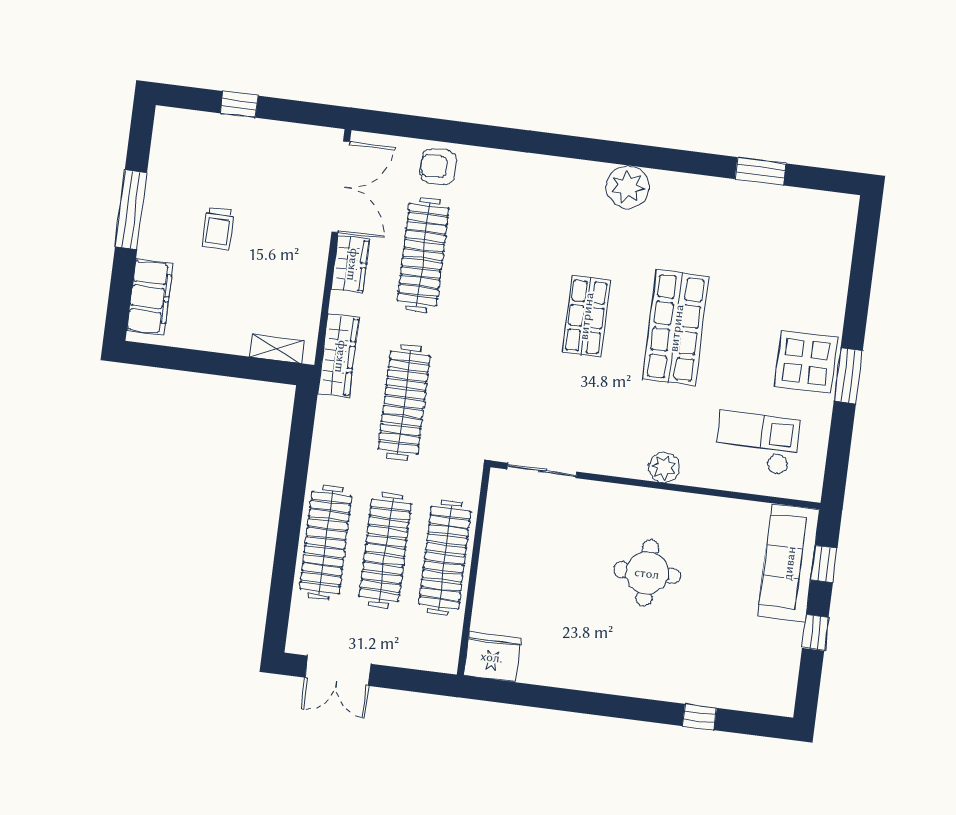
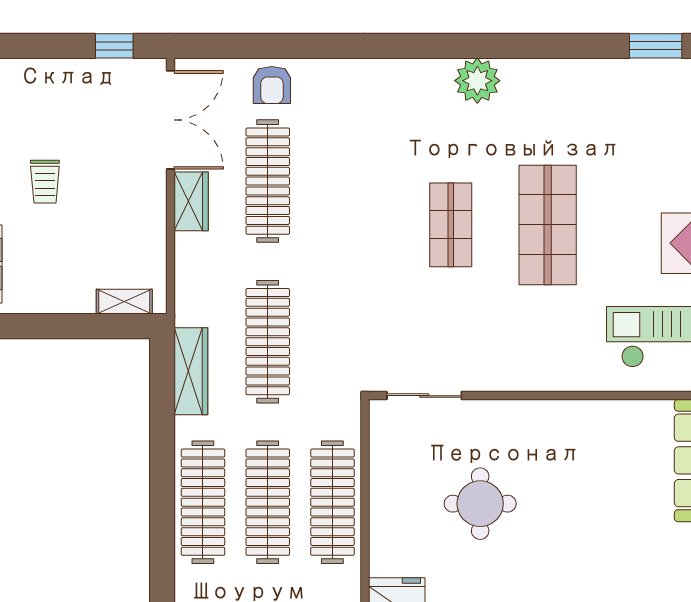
window: (239, 104) -> (114, 46), moved
armchair: (438, 167) -> (272, 85), turned -90
window: (760, 171) -> (656, 46), moved
wardrobe: (338, 356) -> (191, 371), moved
plant: (664, 467) -> (554, 376), removed
round table: (647, 573) -> (480, 504), moved

